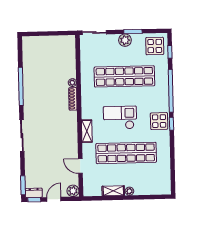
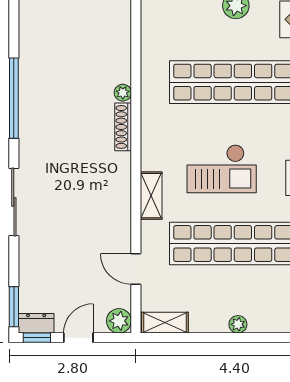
checkout: (120, 118) -> (222, 169), turned 180
shelving: (113, 191) -> (165, 323), moved

